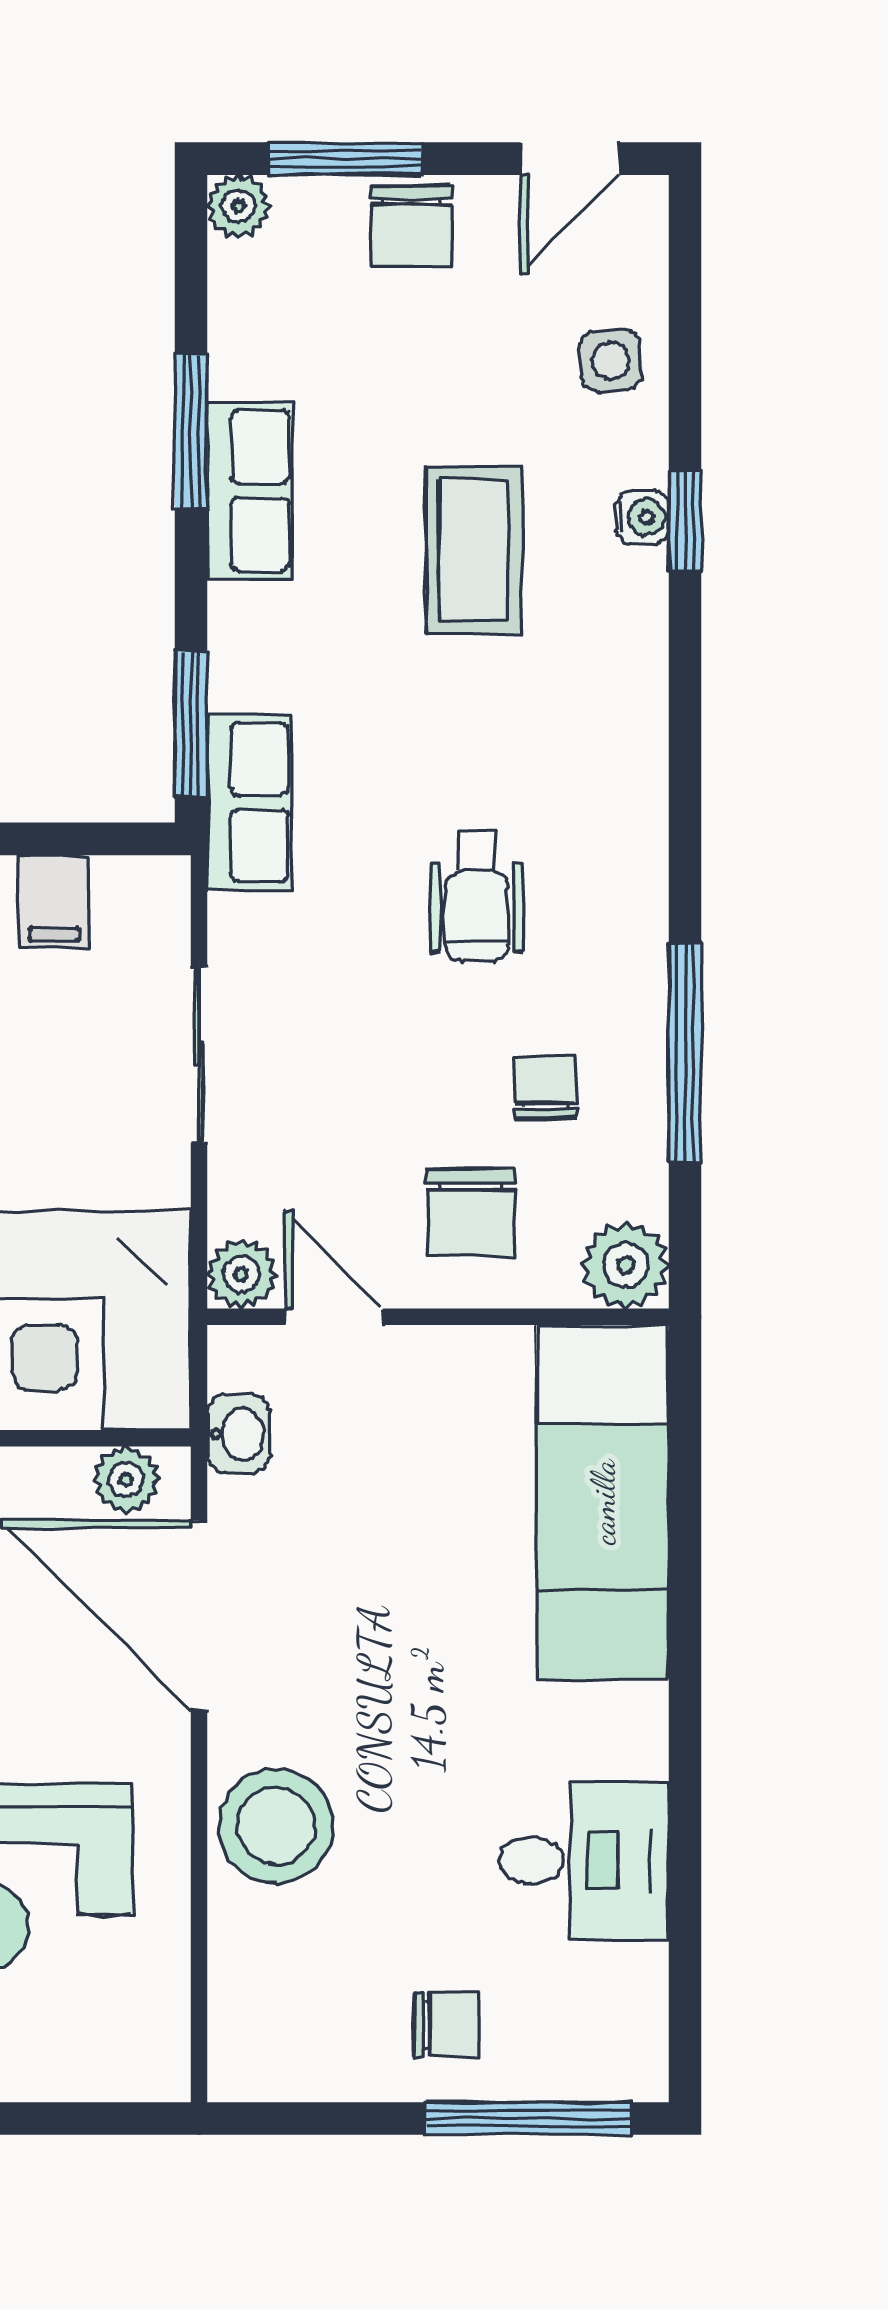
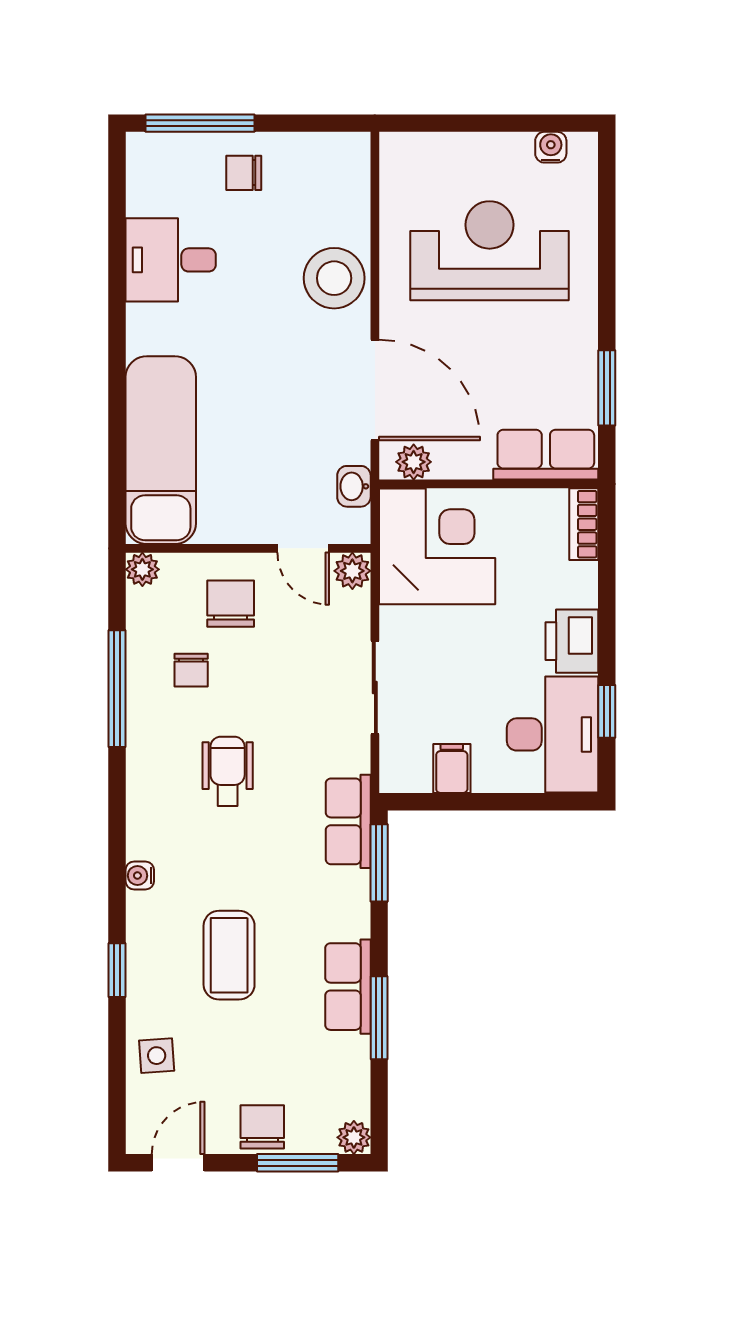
water cooler: (642, 517) -> (140, 876), moved
plant: (625, 1265) -> (142, 569), width x0.73, depth x0.73

